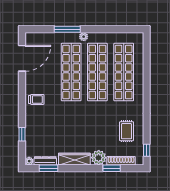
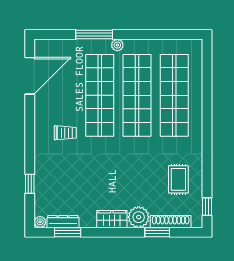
trolley: (36, 99) -> (65, 133), moved
wardrobe: (74, 159) -> (112, 219), width x0.67

